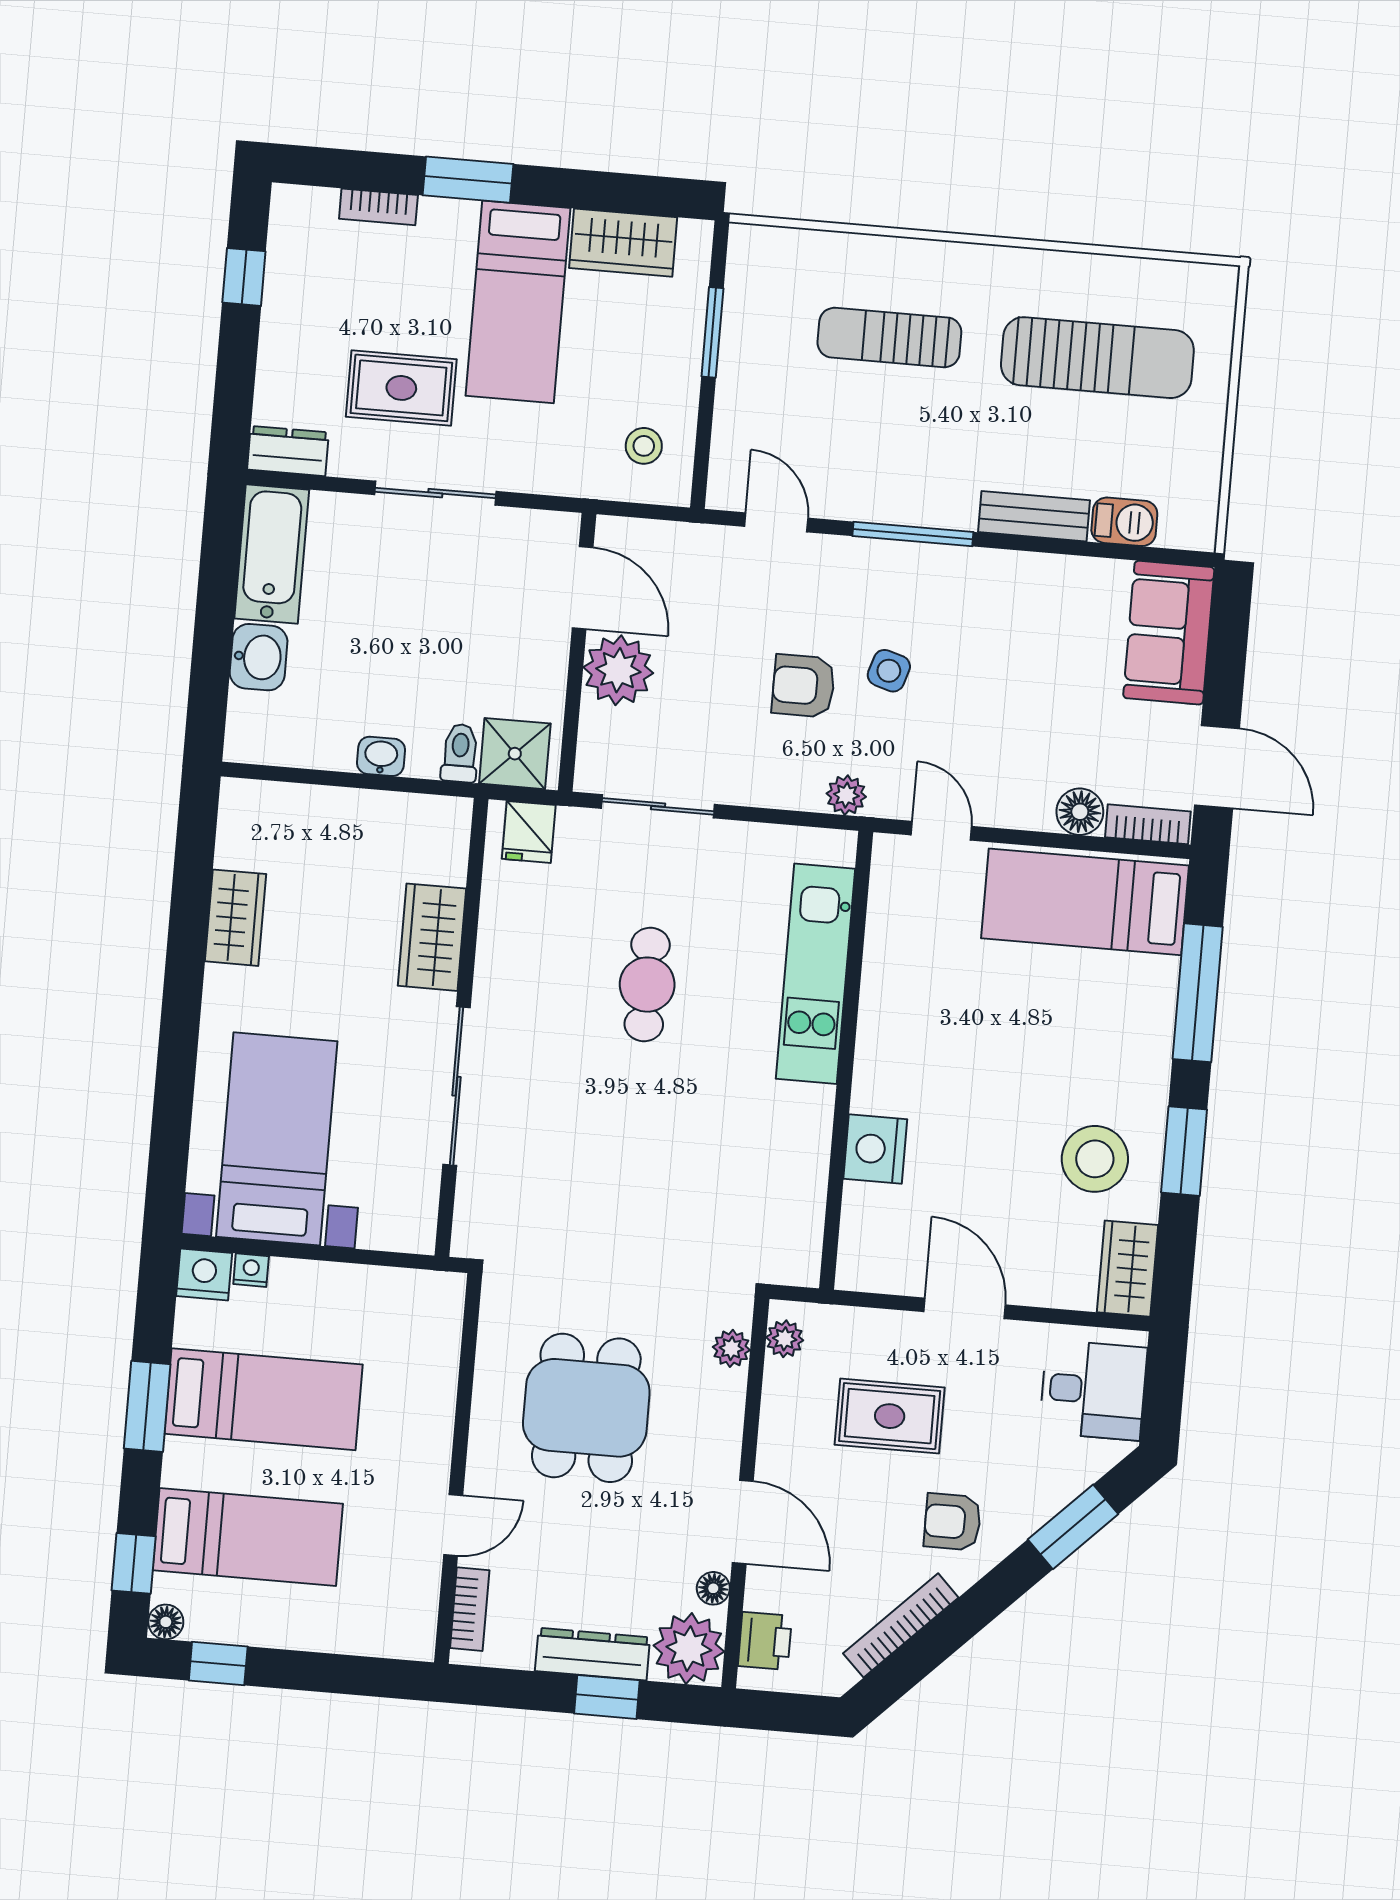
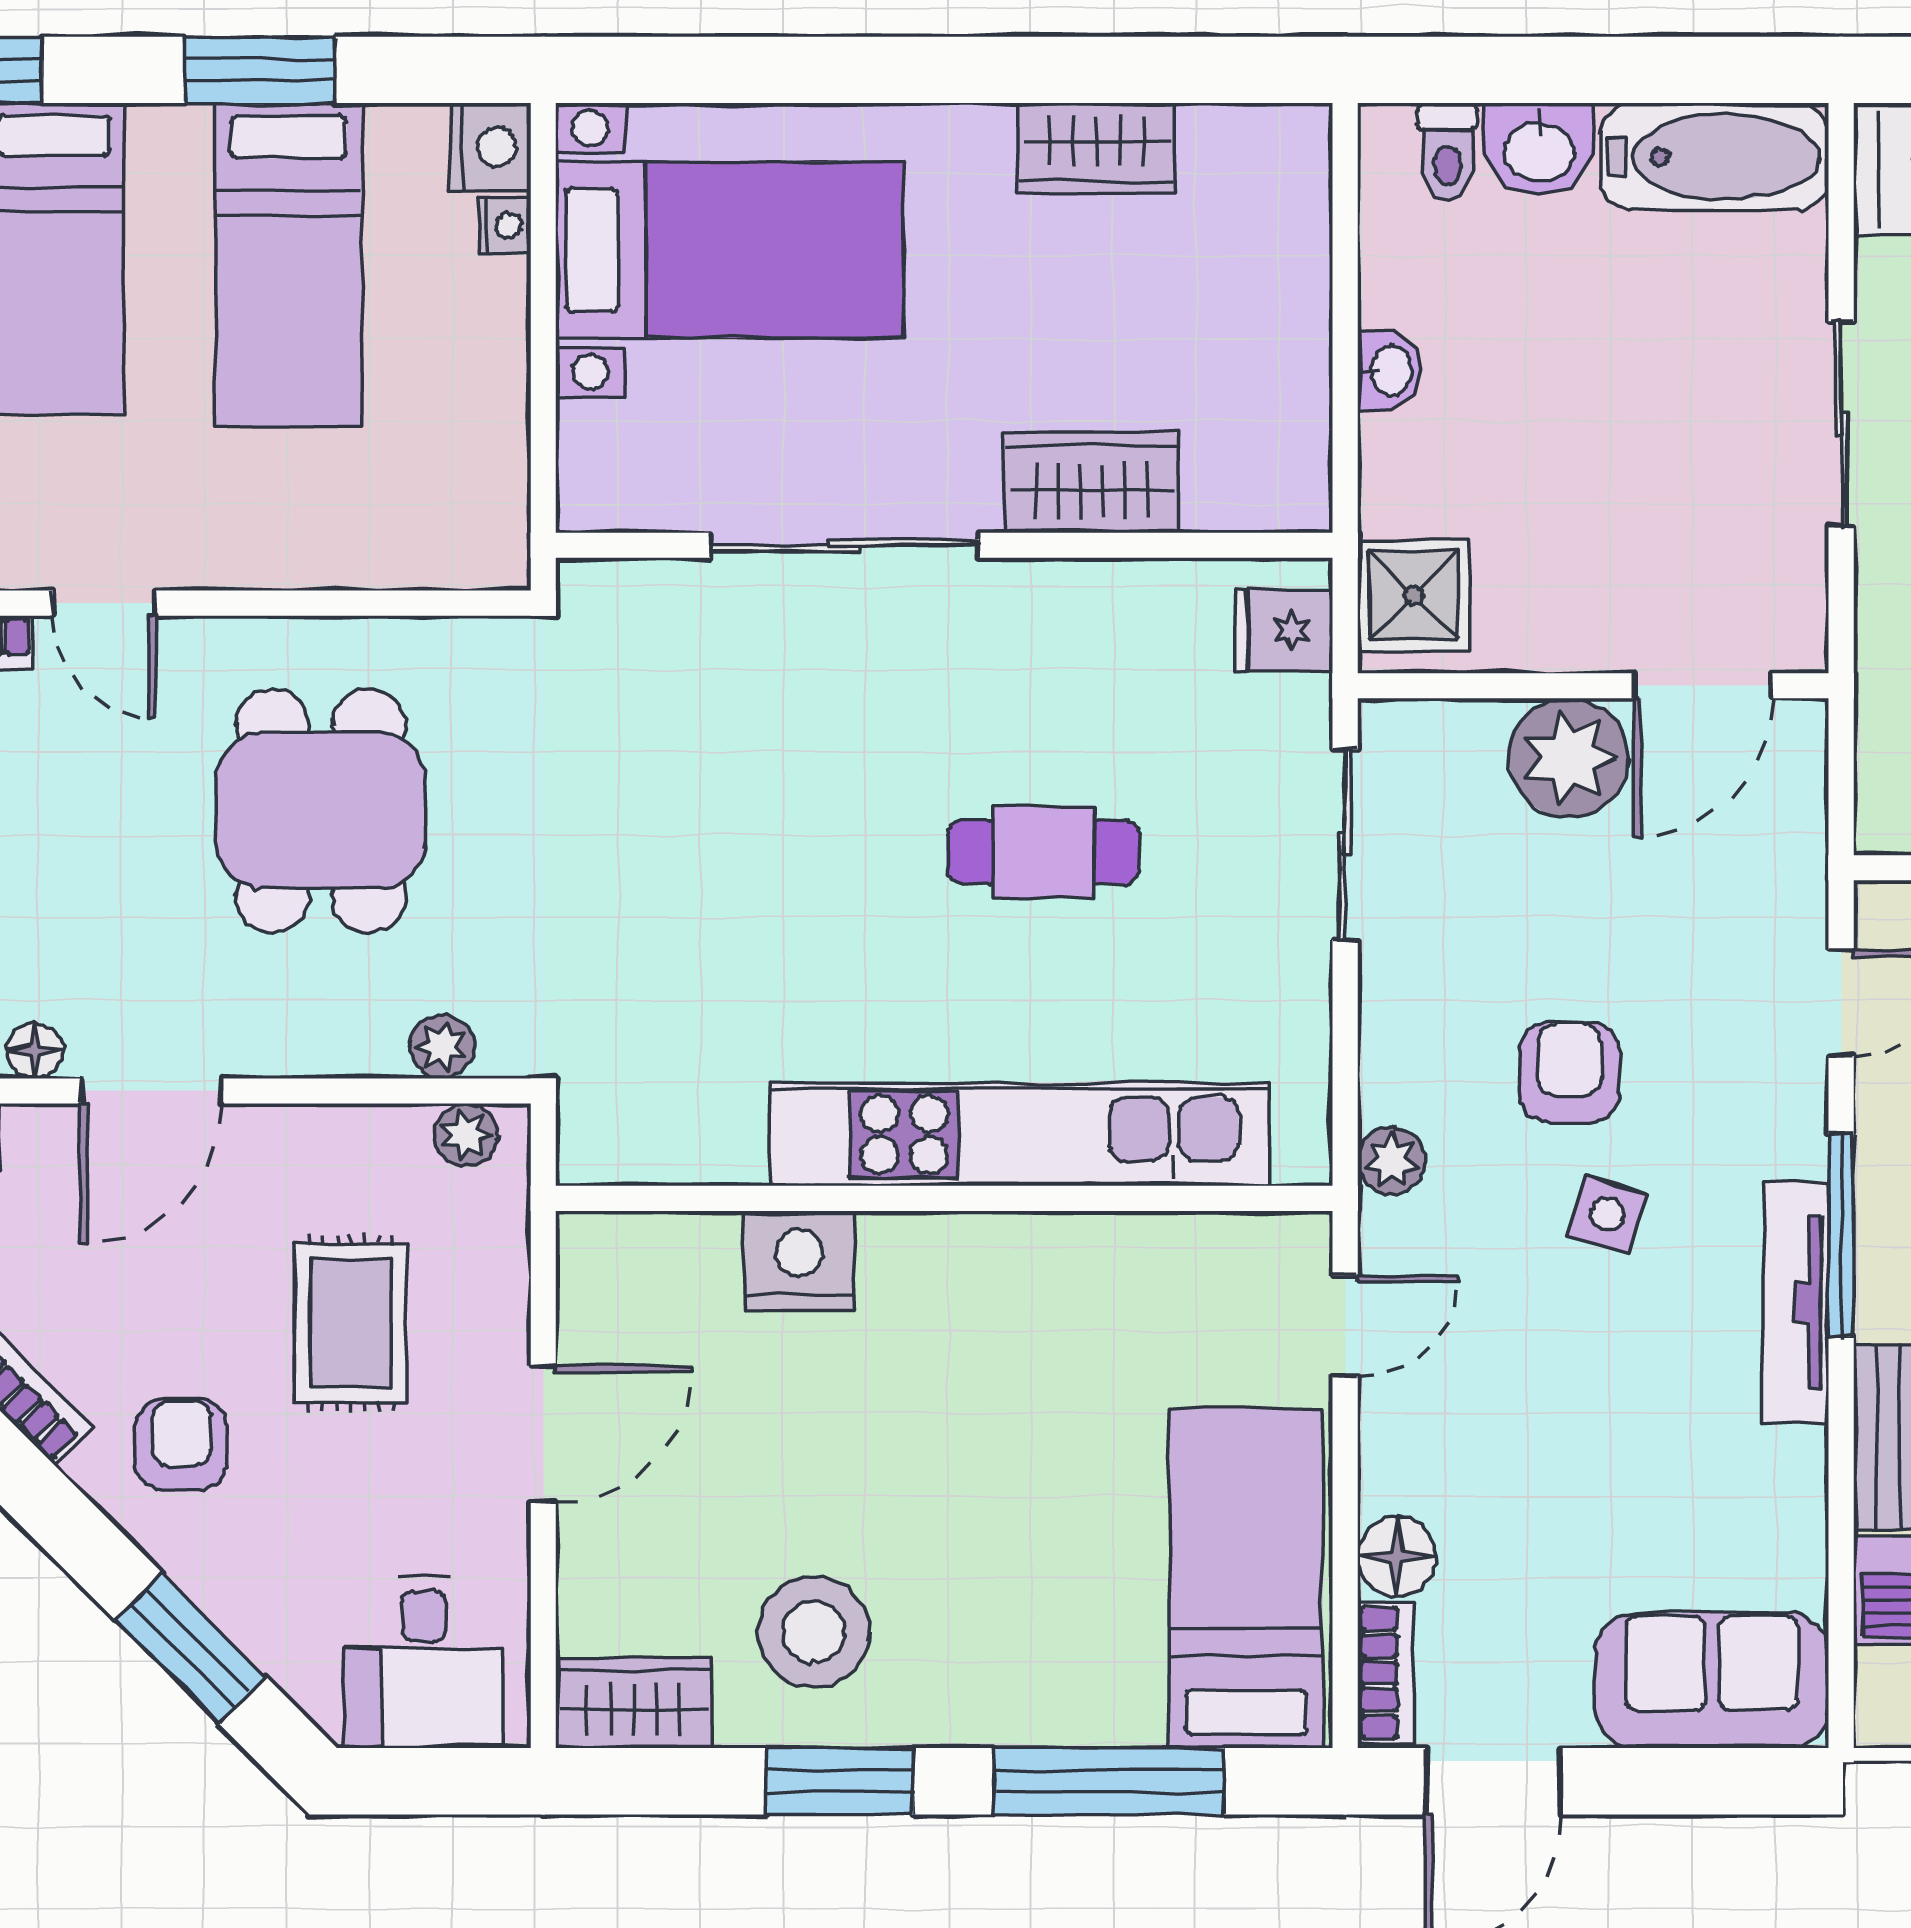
tv unit: (950, 564) -> (1796, 1302), added
toilet: (460, 753) -> (1447, 152), moved, turned 90
kitchen unit: (816, 974) -> (1019, 1134), width x1.36
dining table: (586, 1408) -> (321, 811), turned 90

